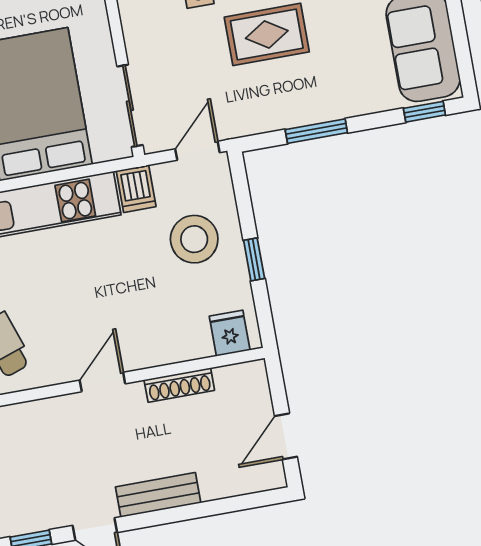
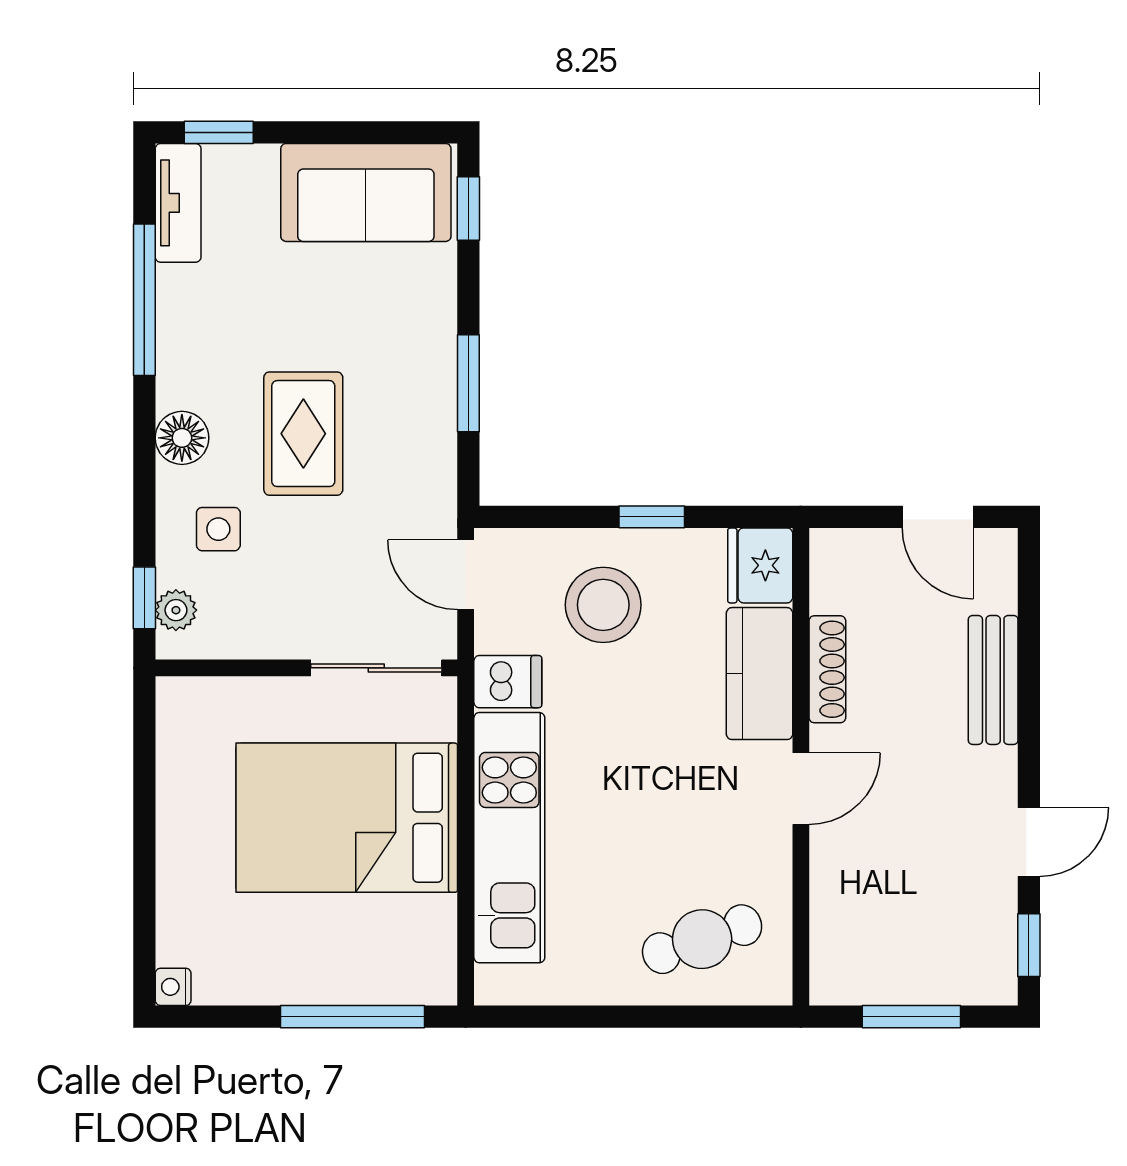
fridge: (230, 333) -> (760, 565), width x1.38
kitchen counter: (169, 344) -> (760, 674), added
door: (102, 382) -> (801, 789), swing flipped
bench: (158, 495) -> (993, 680), moved

